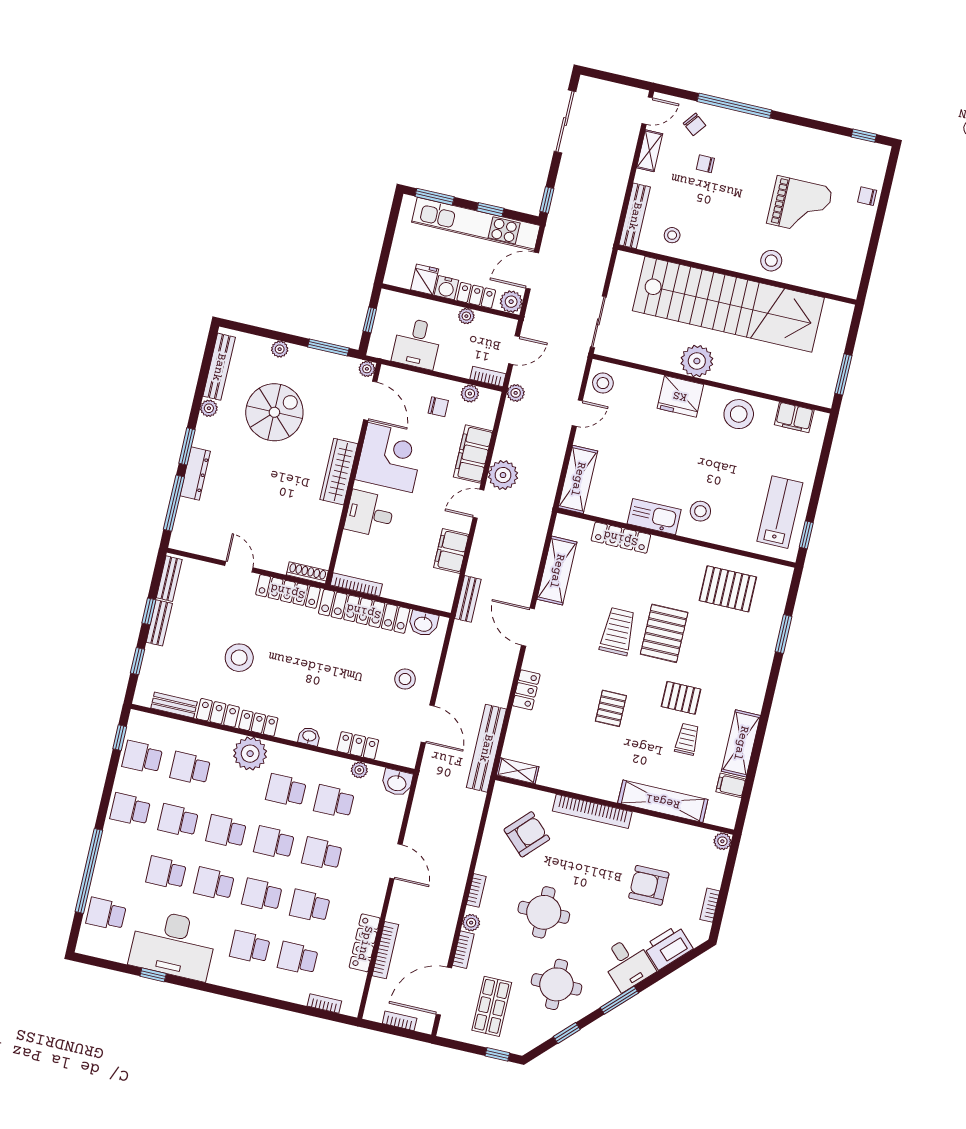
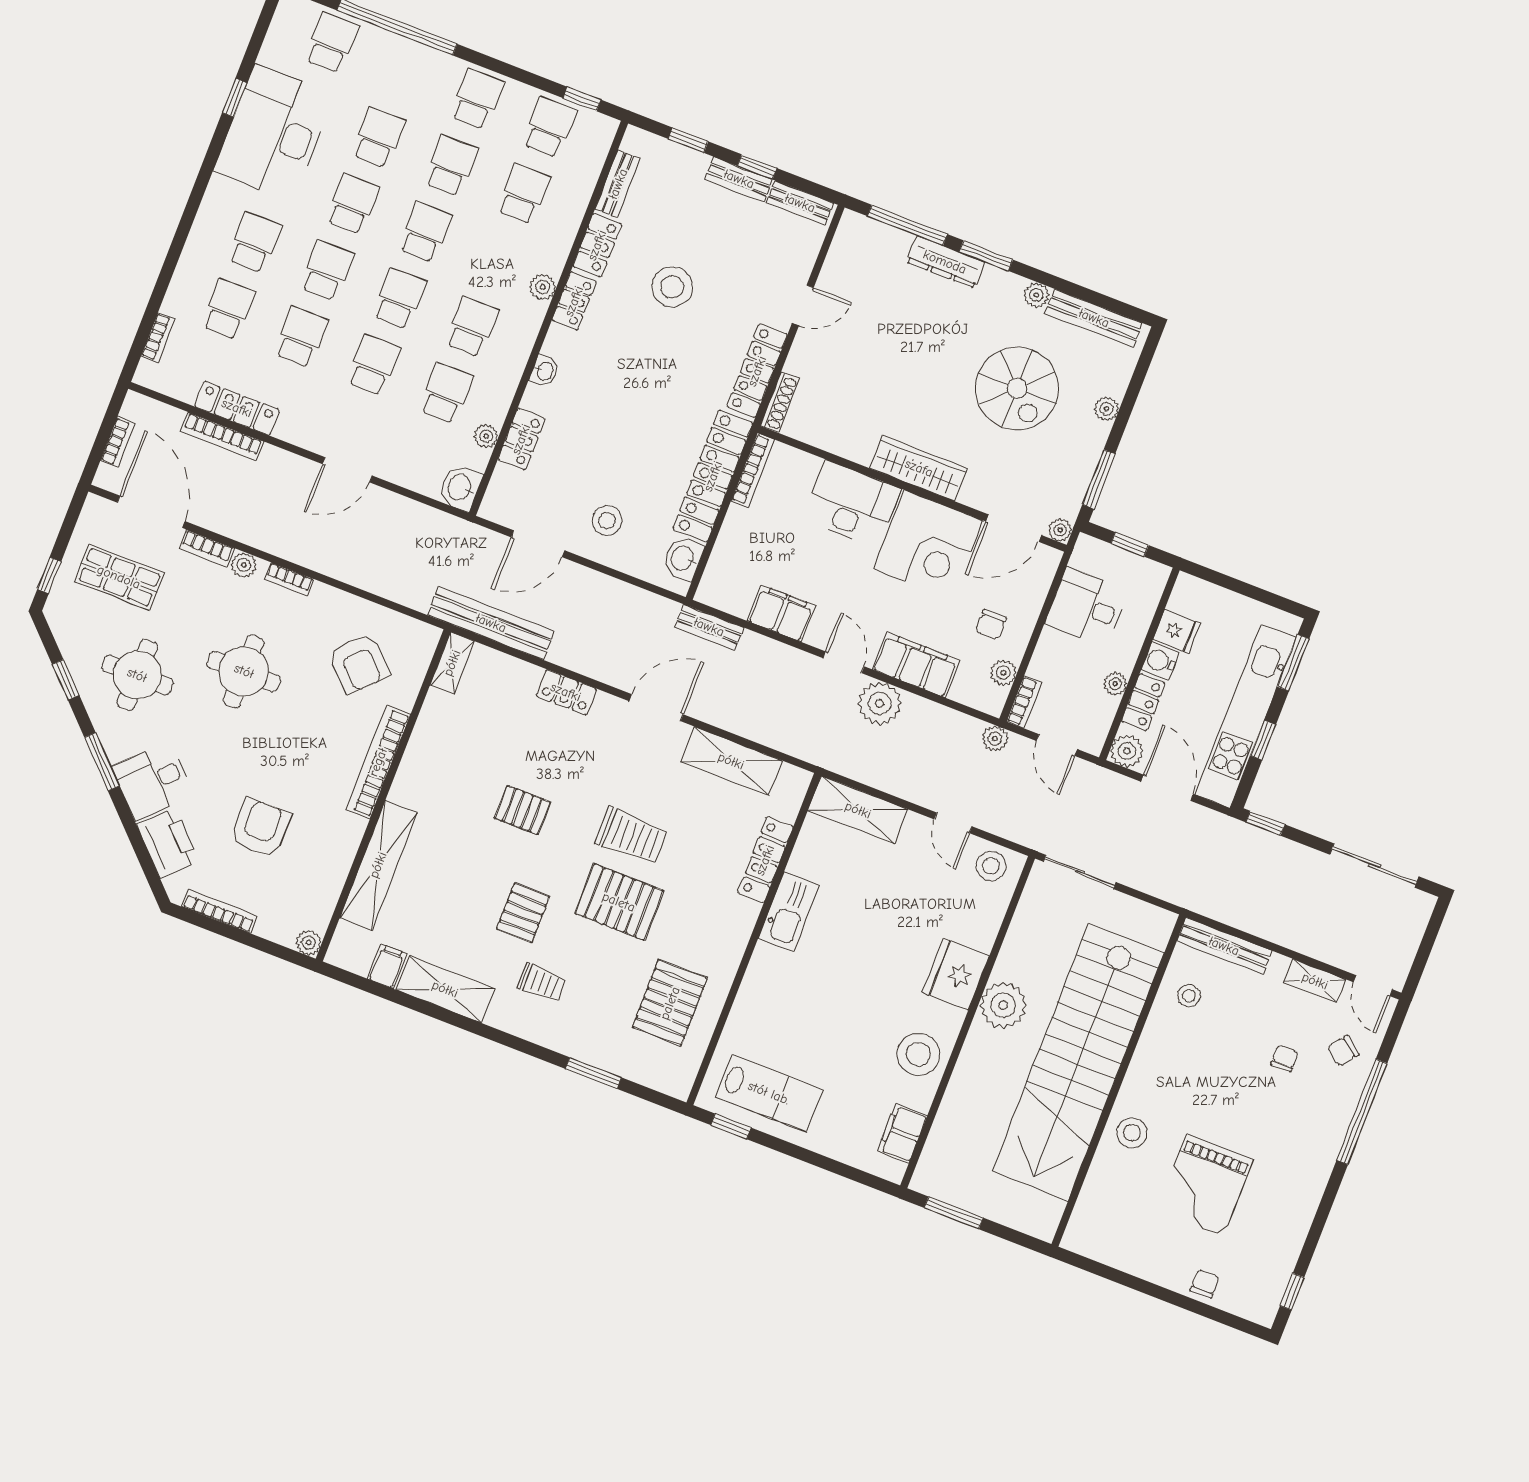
stool: (700, 511) -> (787, 979), removed
desk: (370, 514) -> (852, 504), width x1.37
trolley: (687, 739) -> (542, 983), moved
plant: (250, 754) -> (543, 287), width x0.53, depth x0.53
bookcase: (710, 905) -> (219, 911), width x1.56

